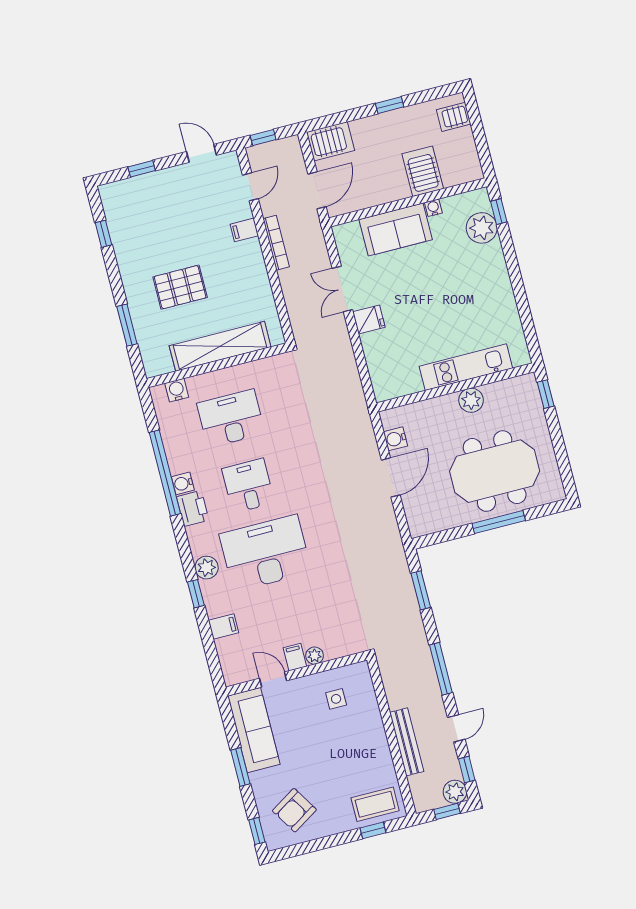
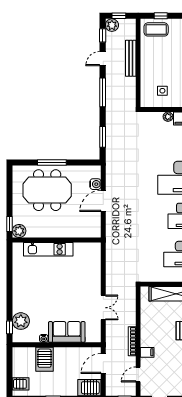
fridge: (369, 319) -> (93, 288), removed
plant: (471, 400) -> (19, 231), moved
water cooler: (395, 439) -> (95, 184), moved

